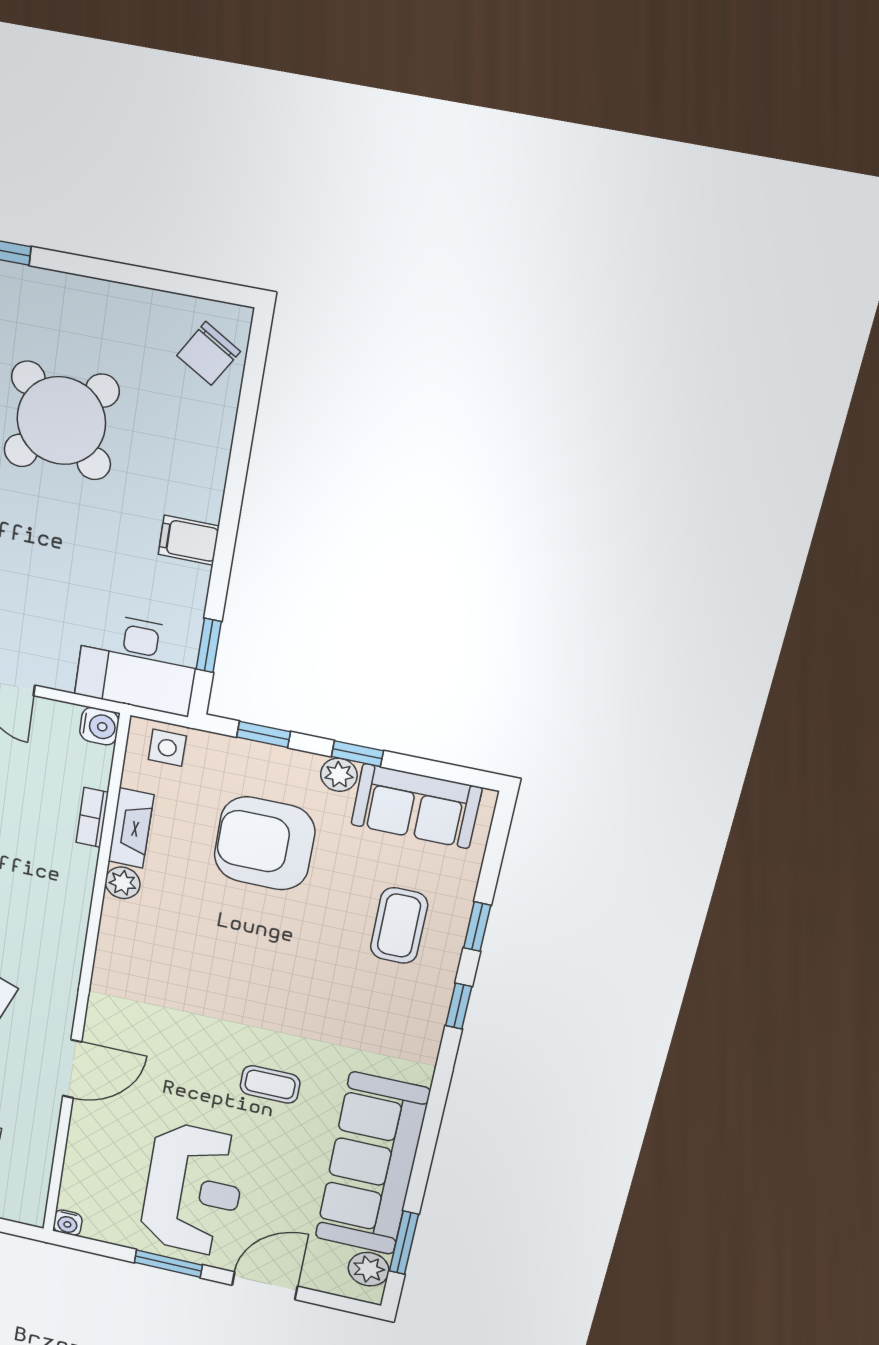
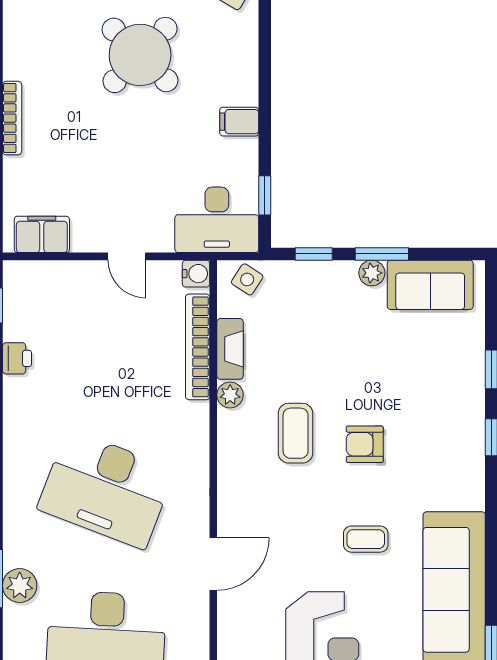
side table: (167, 748) -> (247, 279), turned 33
window: (357, 754) -> (382, 254), width x1.50
bookcase: (92, 817) -> (198, 347), width x2.31, depth x1.31
armchair: (264, 844) -> (365, 444), moved, width x0.53, depth x0.53
coffee table: (399, 926) -> (296, 433), moved

